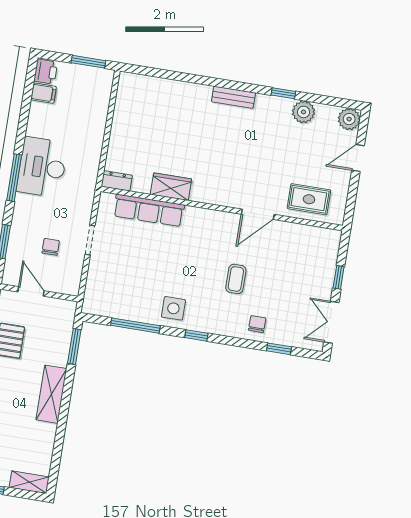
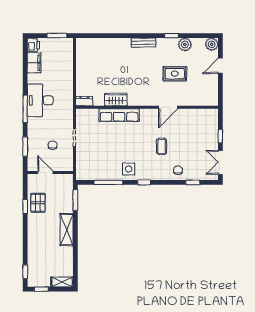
filing cabinet: (44, 93) -> (34, 63), width x2.00
rug: (309, 199) -> (175, 74), moved
row of seats: (149, 210) -> (119, 115), moved

